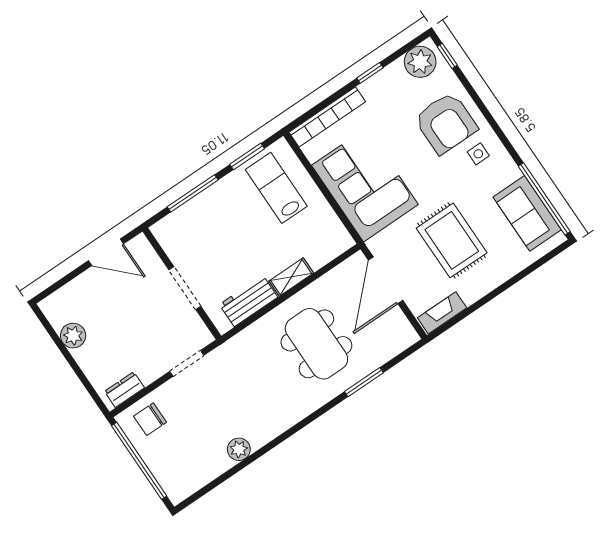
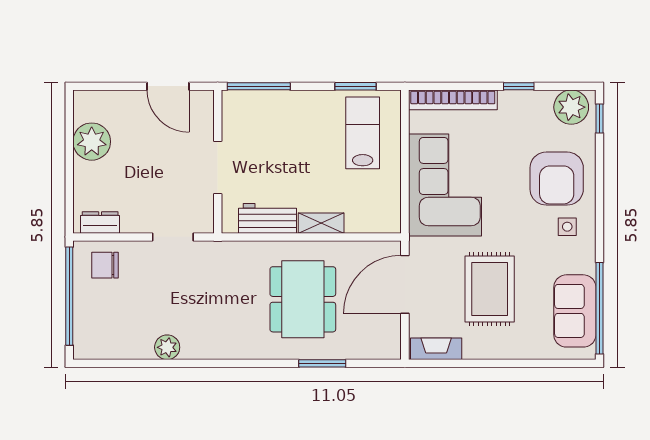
window: (193, 193) -> (259, 86), moved
plant: (73, 336) -> (92, 142), width x1.36, depth x1.36

